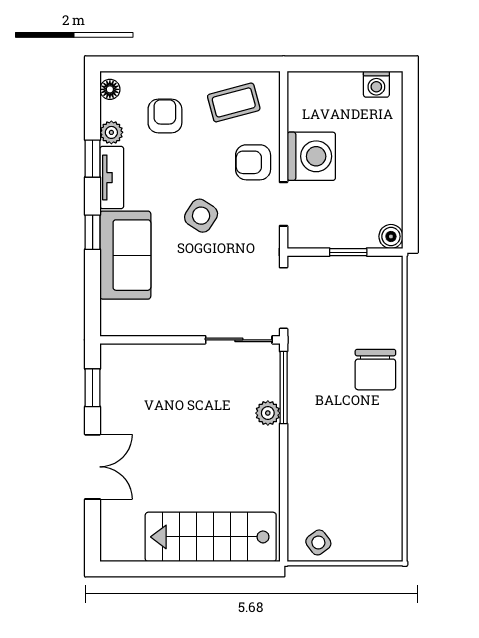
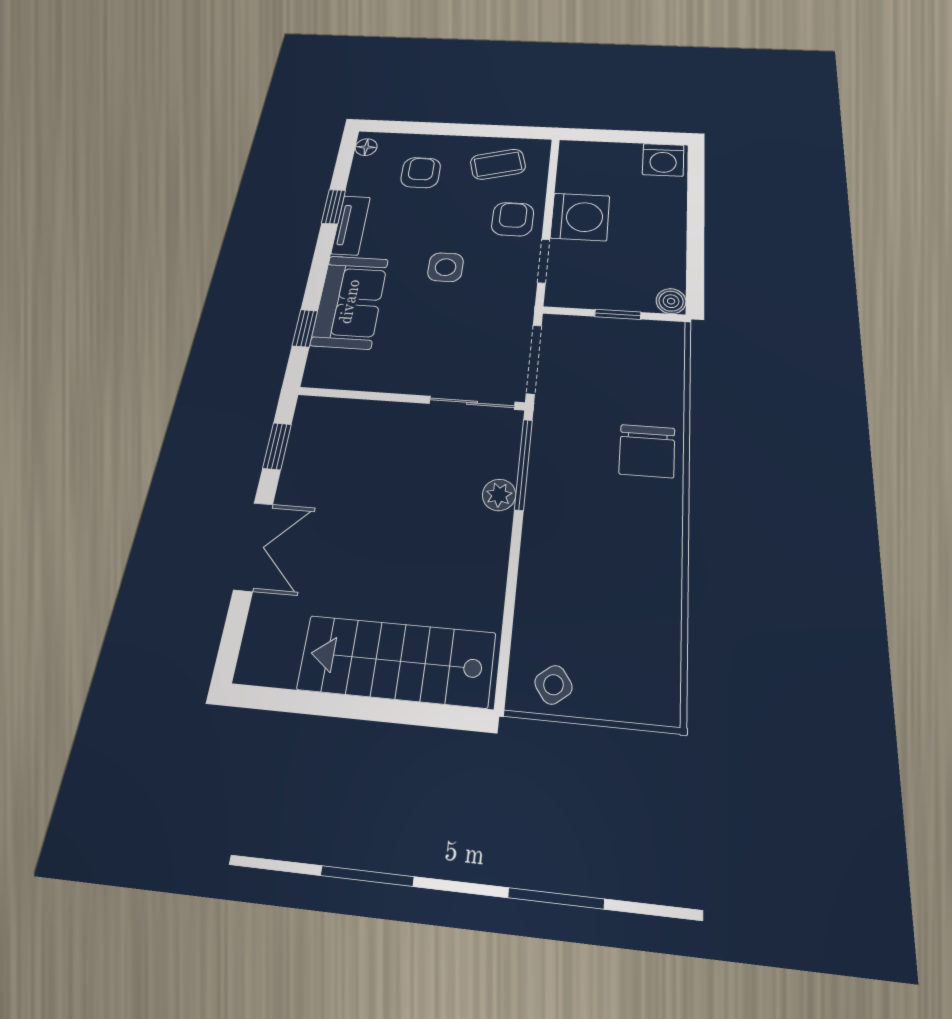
washing machine: (376, 84) -> (663, 160), width x1.38, depth x1.38
plant: (111, 132) -> (359, 184), removed
armchair: (253, 162) -> (513, 219), turned 90
side table: (201, 216) -> (446, 267), turned -33
window: (93, 232) -> (305, 328), moved

